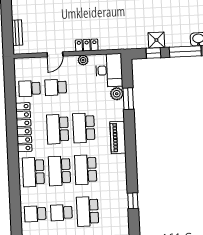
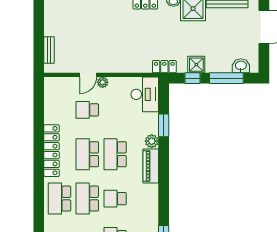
locker: (87, 45) -> (164, 67), moved
plant: (83, 60) -> (103, 82), moved
school desk: (30, 89) -> (60, 110), removed
plant: (117, 94) -> (152, 141), moved
school desk: (86, 170) -> (115, 199), width x0.54

